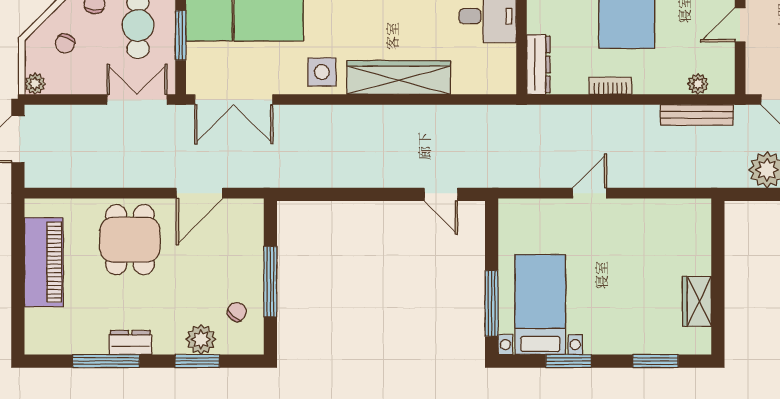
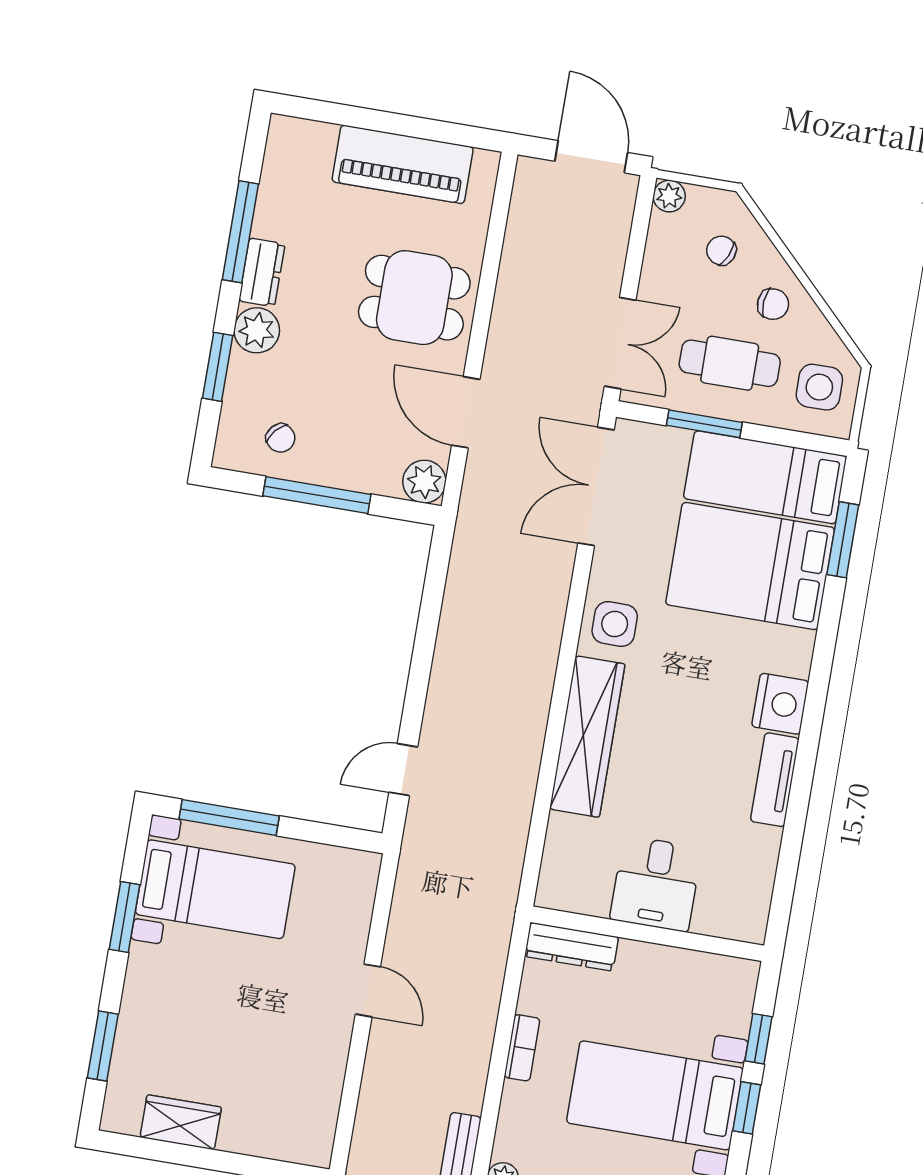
plant: (250, 213) -> (424, 482), added
plant: (201, 339) -> (257, 330), moved

